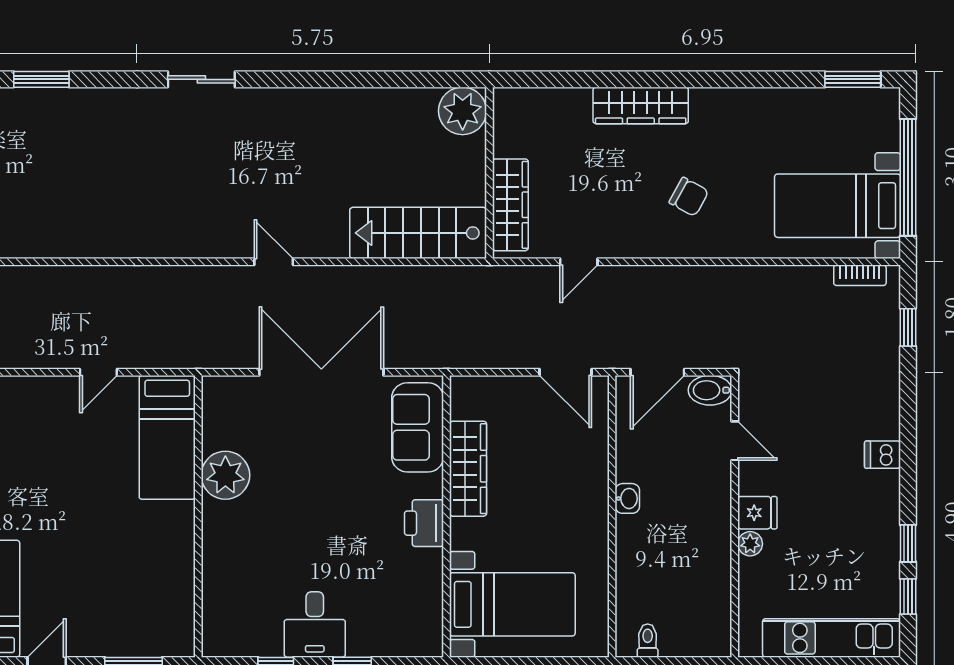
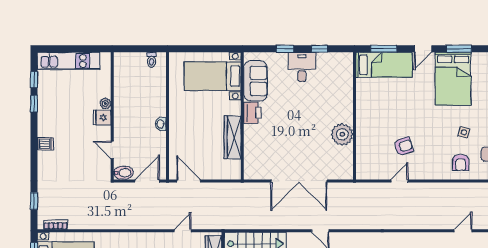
sofa: (418, 427) -> (255, 81), moved
bed: (167, 437) -> (384, 65), moved, turned 90
armchair: (90, 449) -> (403, 146), added

